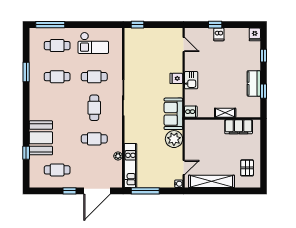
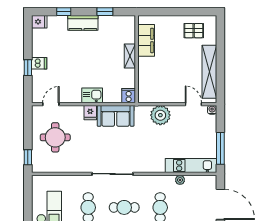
round table: (155, 48) -> (55, 137), added
kitchen counter: (254, 83) -> (83, 23), moved
sofa: (173, 114) -> (116, 116), moved

